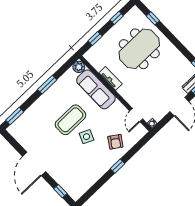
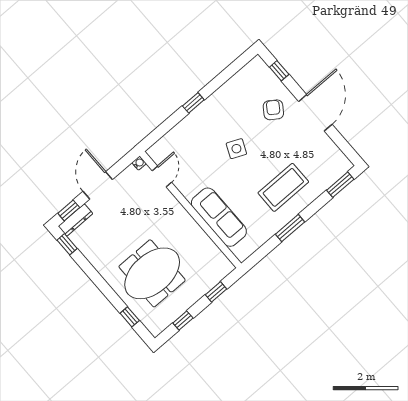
plant: (79, 67) -> (242, 252), removed
tv unit: (111, 78) -> (197, 232), removed
coffee table: (70, 120) -> (283, 187), moved
armchair: (115, 142) -> (273, 110), moved

